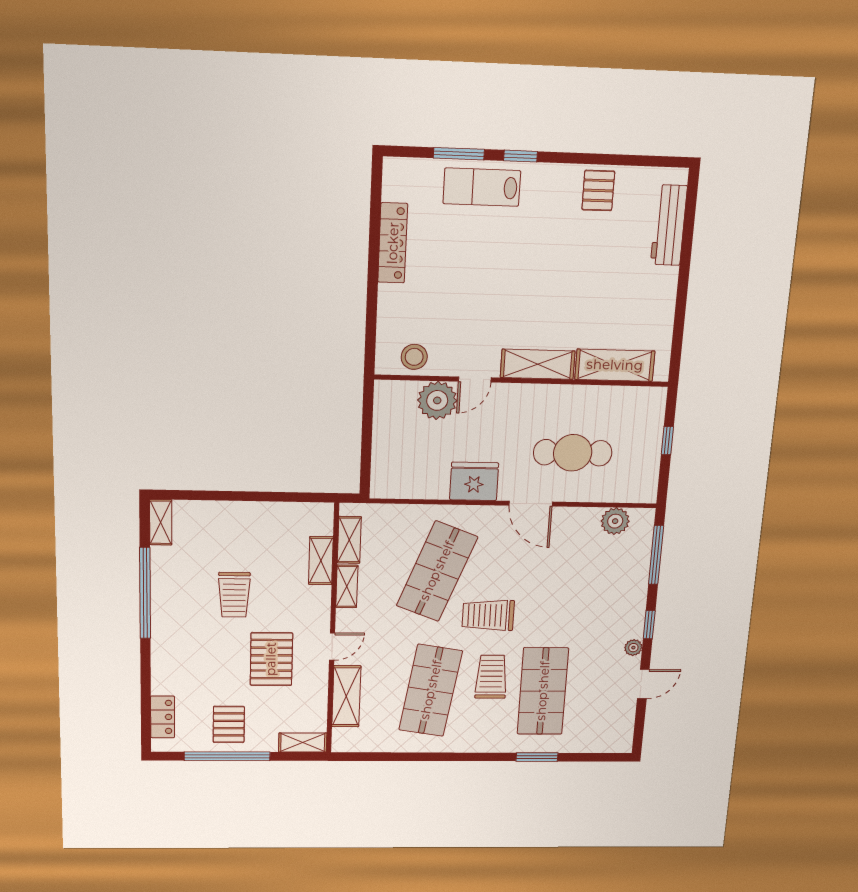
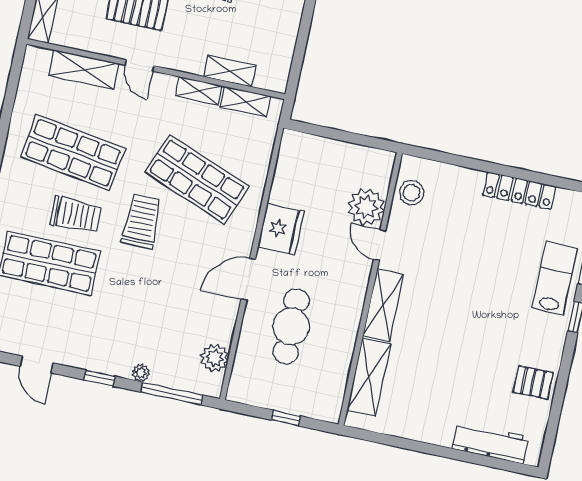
plant: (633, 648) -> (141, 373), moved

